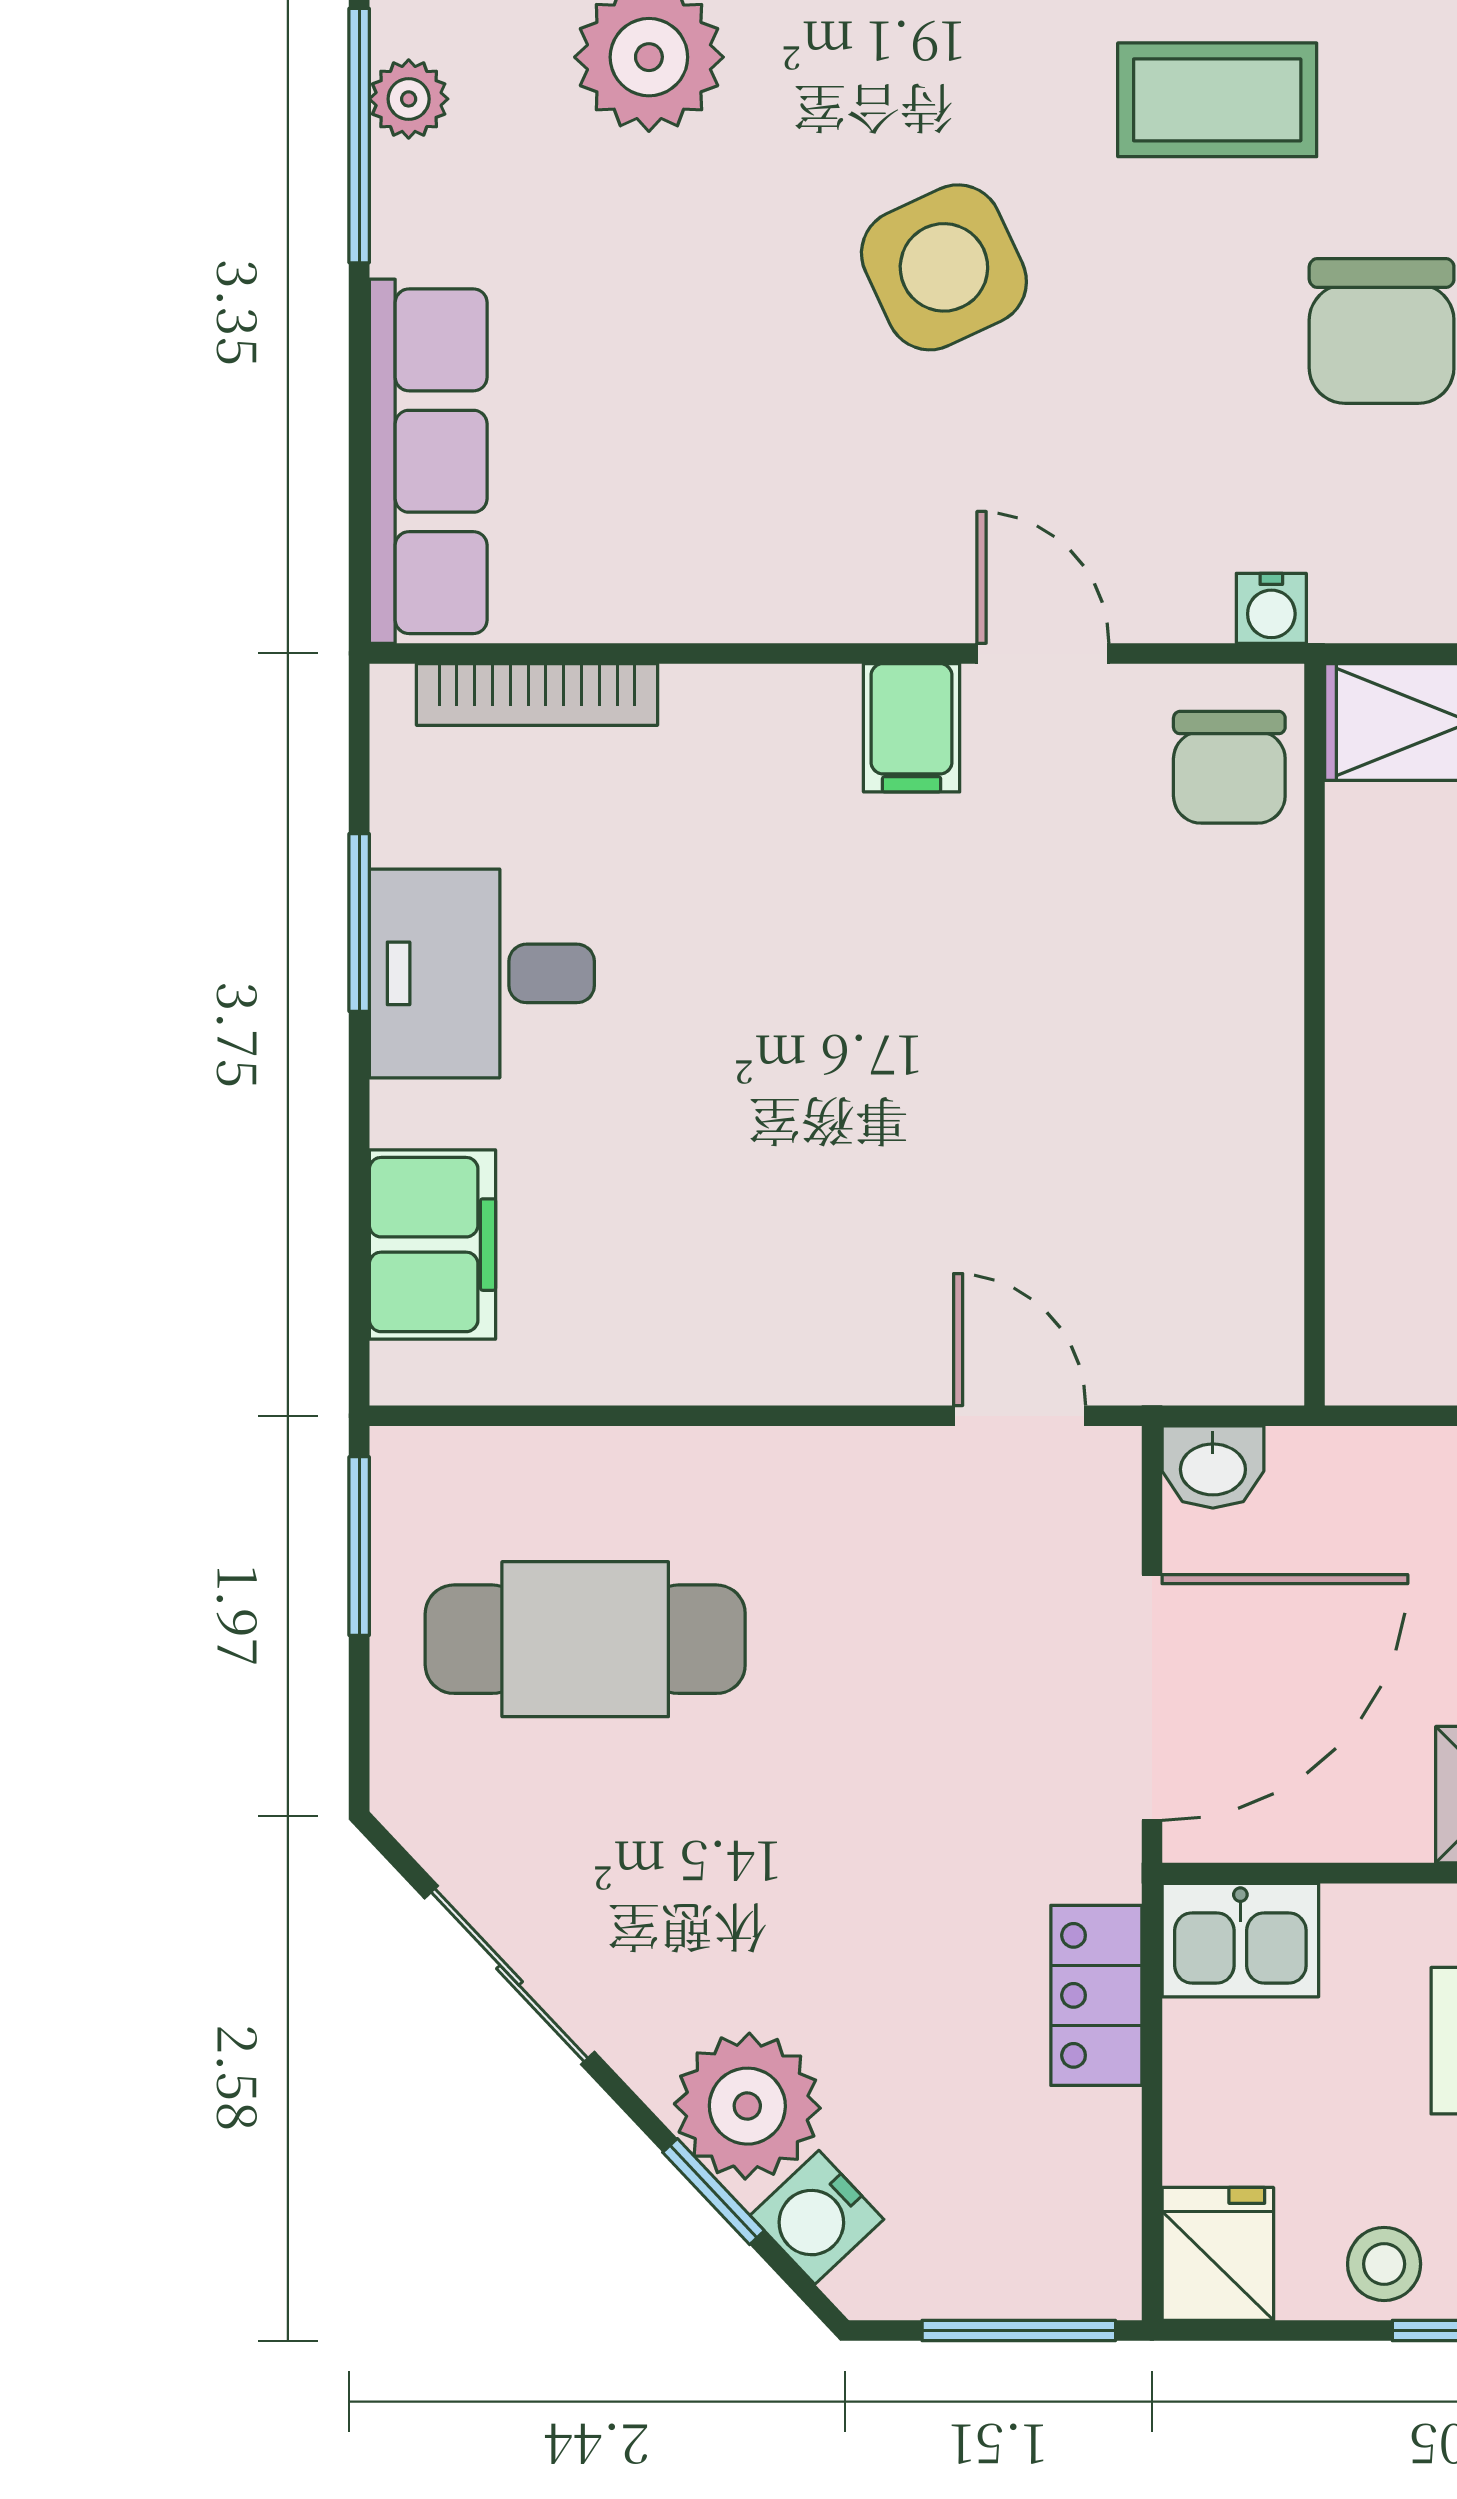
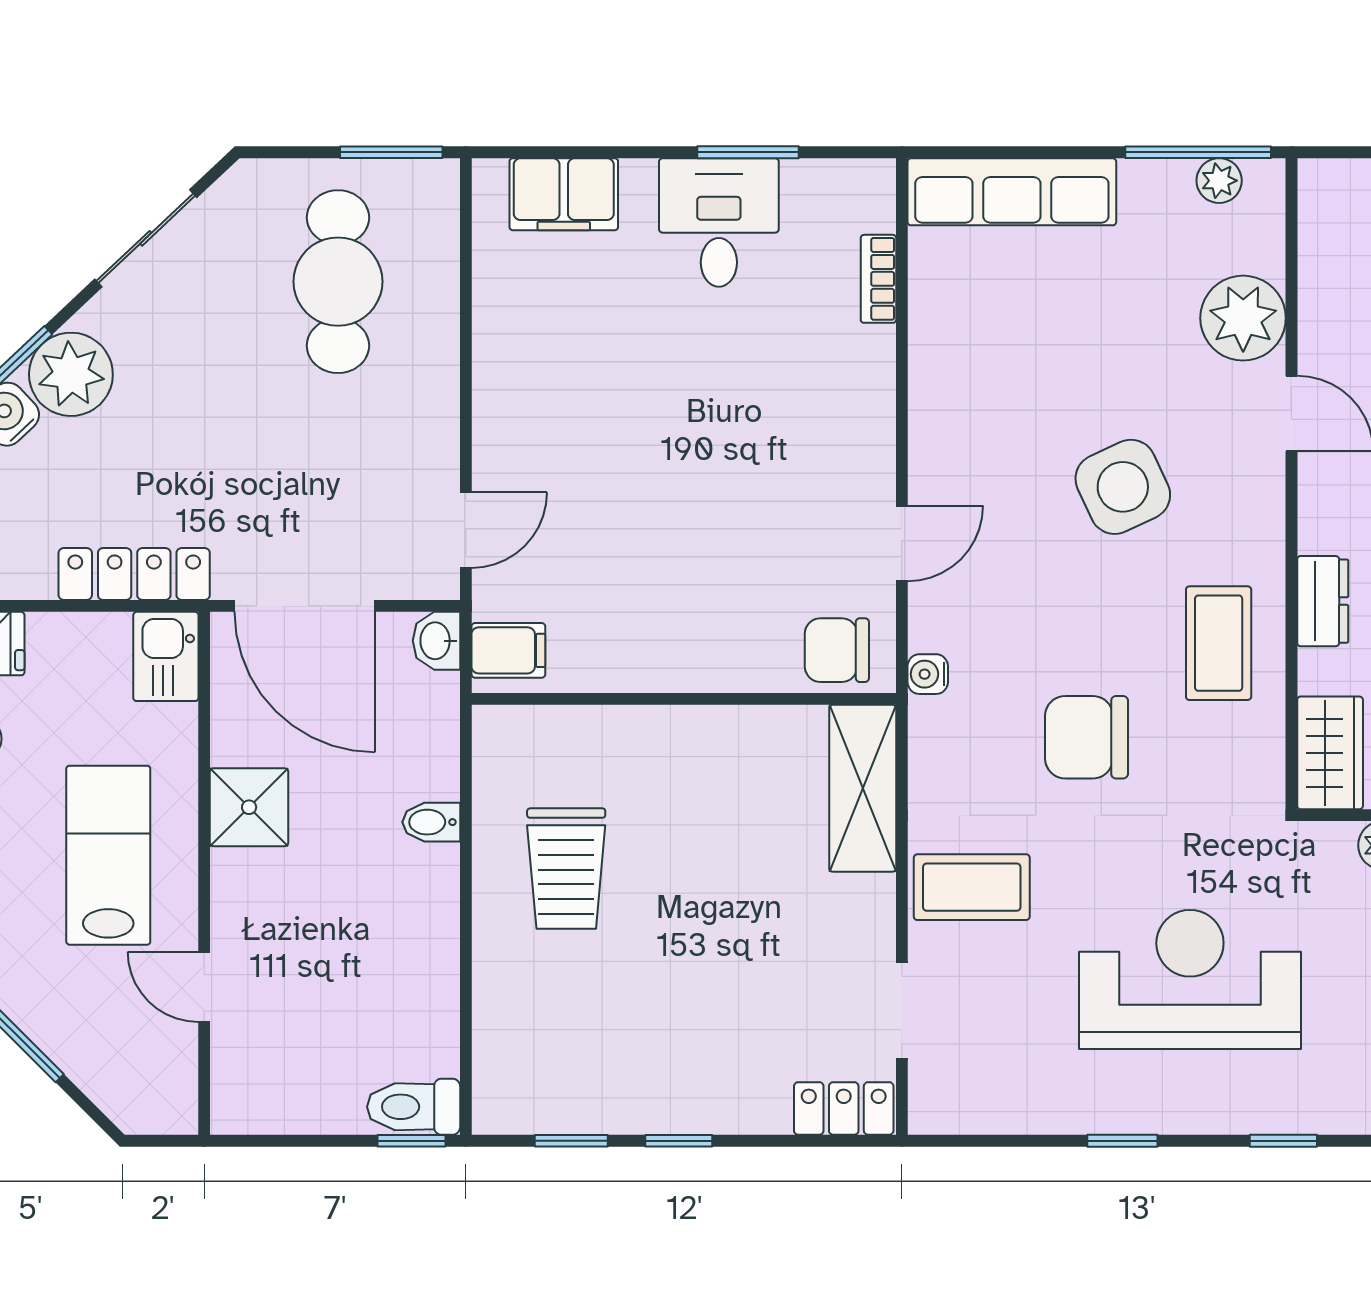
bookcase: (537, 694) -> (878, 279), width x0.64
filing cabinet: (912, 728) -> (508, 650), moved, turned 180
locker: (1096, 1995) -> (134, 574), width x1.53

